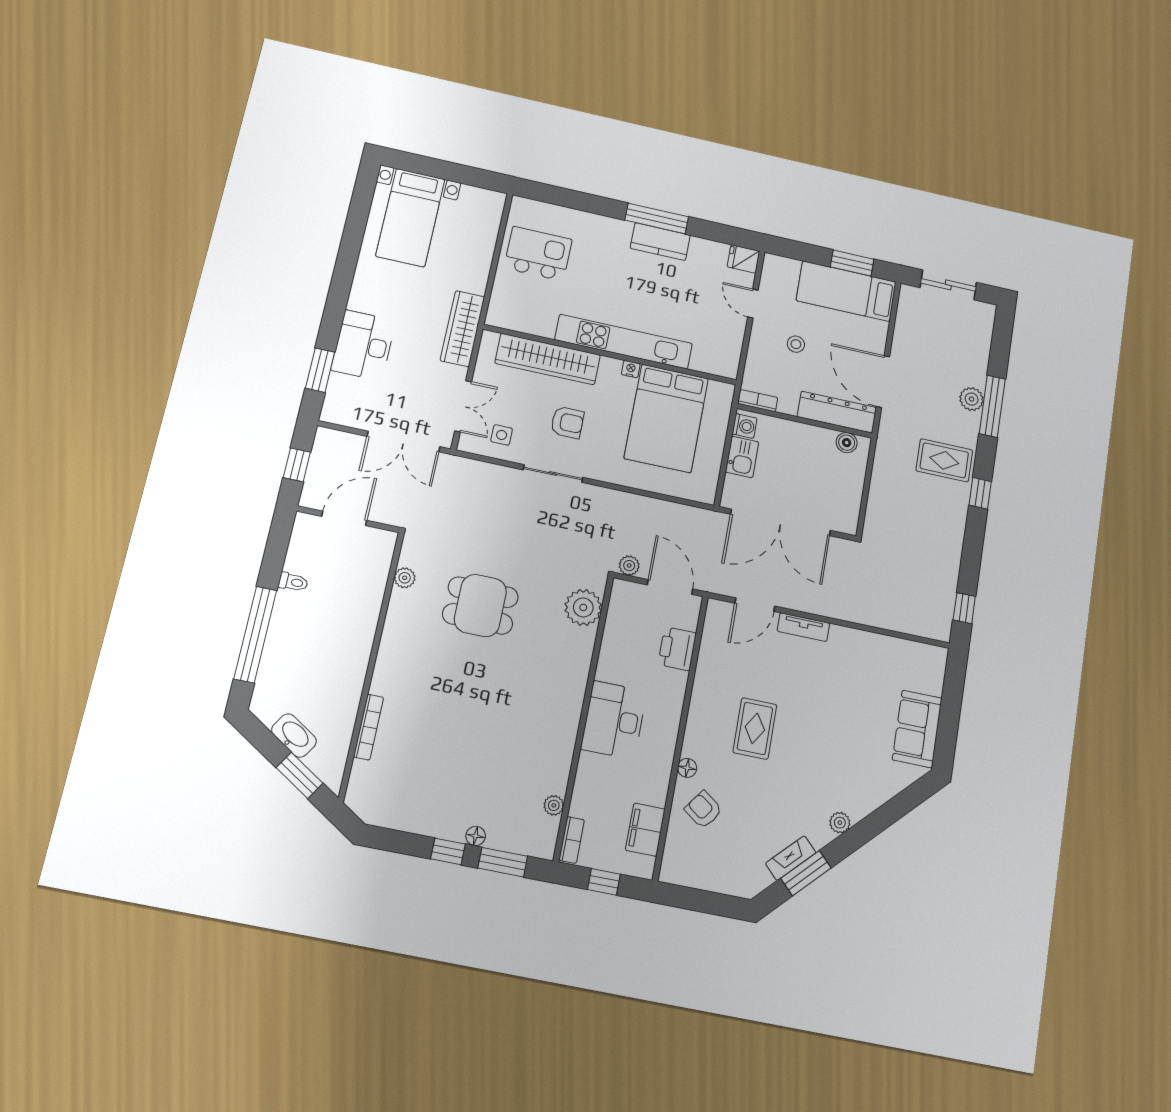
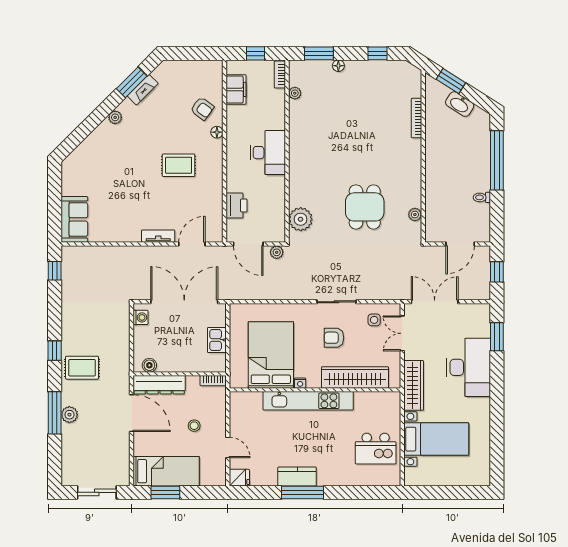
bed with nightstands: (410, 218) -> (436, 439), moved, turned 90
desk: (363, 345) -> (469, 367), width x1.36, depth x1.30
washing machine: (745, 426) -> (140, 317), moved, turned 180
dining table: (480, 605) -> (365, 207), turned 90
rug: (755, 728) -> (179, 165), turned 90
sofa: (917, 729) -> (74, 219), moved
window: (448, 851) -> (377, 53), moved

